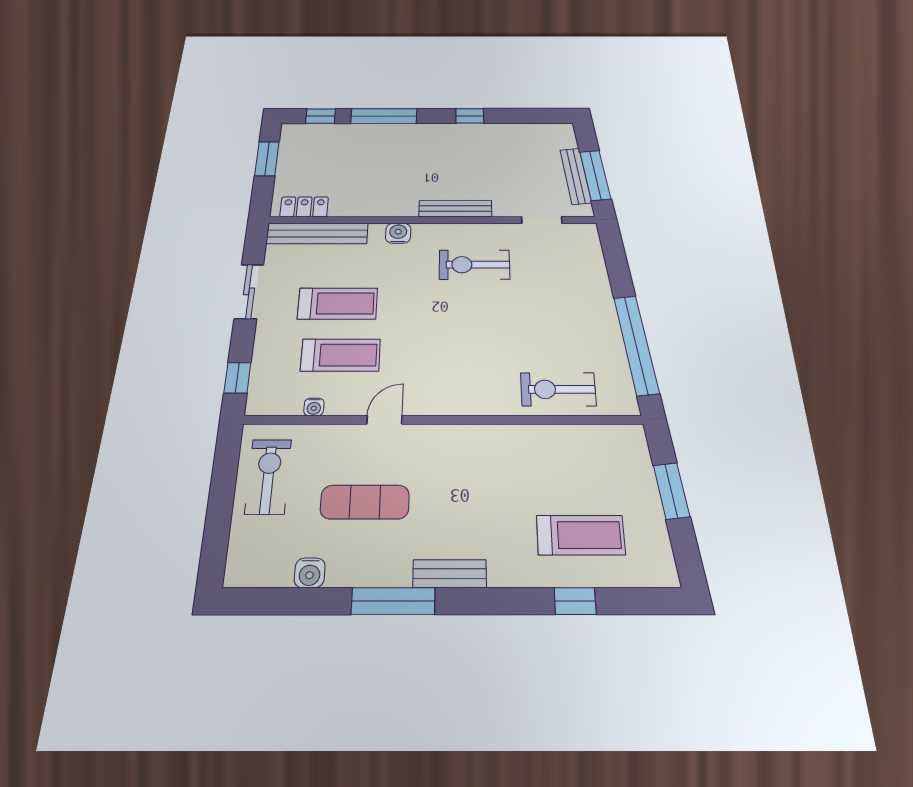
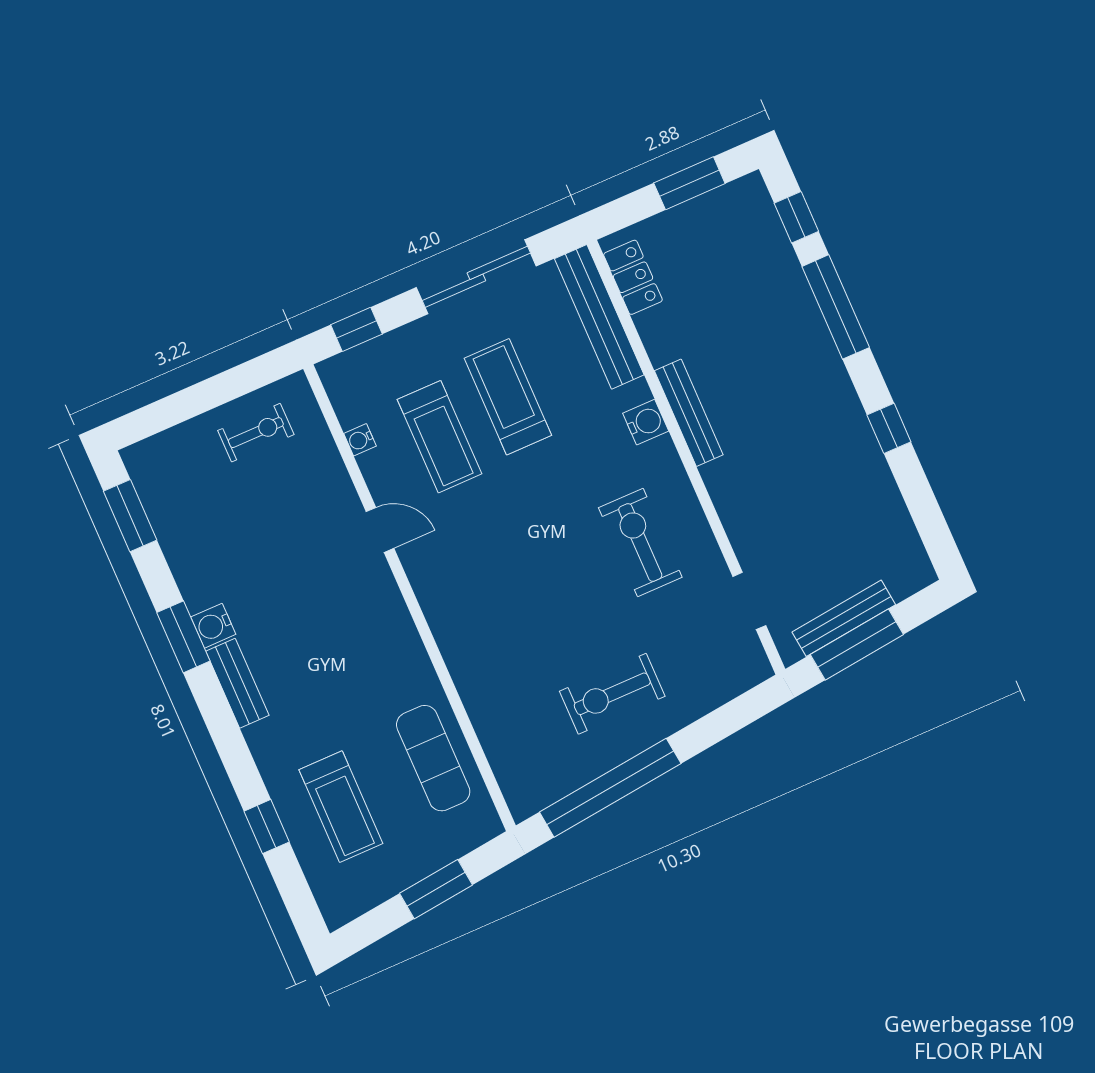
bench: (455, 209) -> (689, 413), moved
sliding door: (249, 291) -> (476, 277), width x1.37
treadmill: (338, 304) -> (508, 397), turned 180
exercise bike: (558, 389) -> (612, 694), moved, turned -90
exercise bike: (268, 476) -> (256, 433), width x0.73, depth x0.72
exercise mat: (365, 502) -> (433, 758), moved
water cooler: (310, 573) -> (213, 626), moved
window: (277, 601) -> (130, 516), added
window: (393, 601) -> (183, 637), width x0.69

